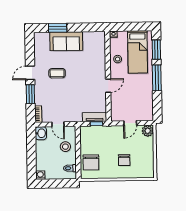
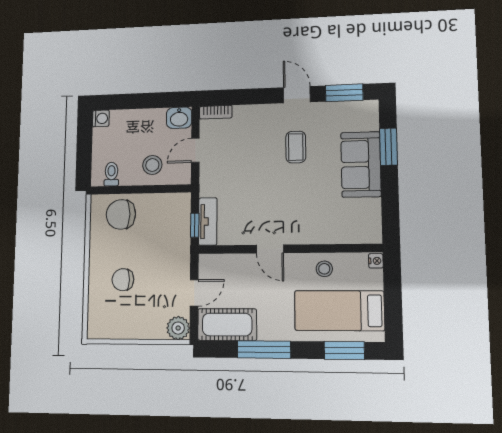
window: (157, 78) -> (264, 350), moved
window: (30, 94) -> (344, 93), moved
cot: (145, 106) -> (227, 325), added
door: (130, 123) -> (194, 293), swing flipped

